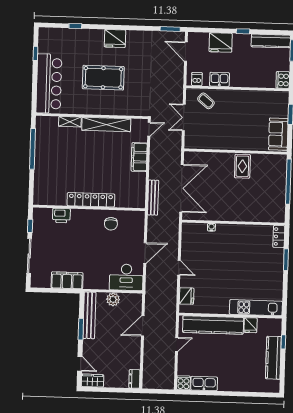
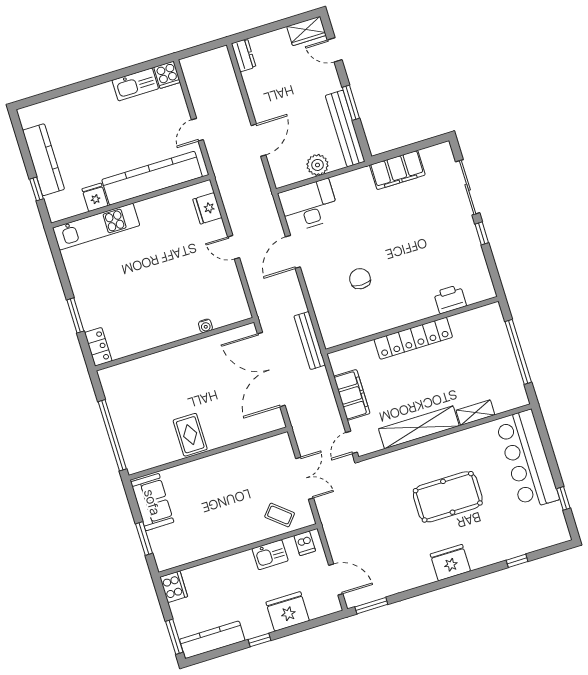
locker: (91, 200) -> (413, 338), moved
wall: (89, 208) -> (412, 325), moved
printer: (61, 216) -> (450, 299), moved

